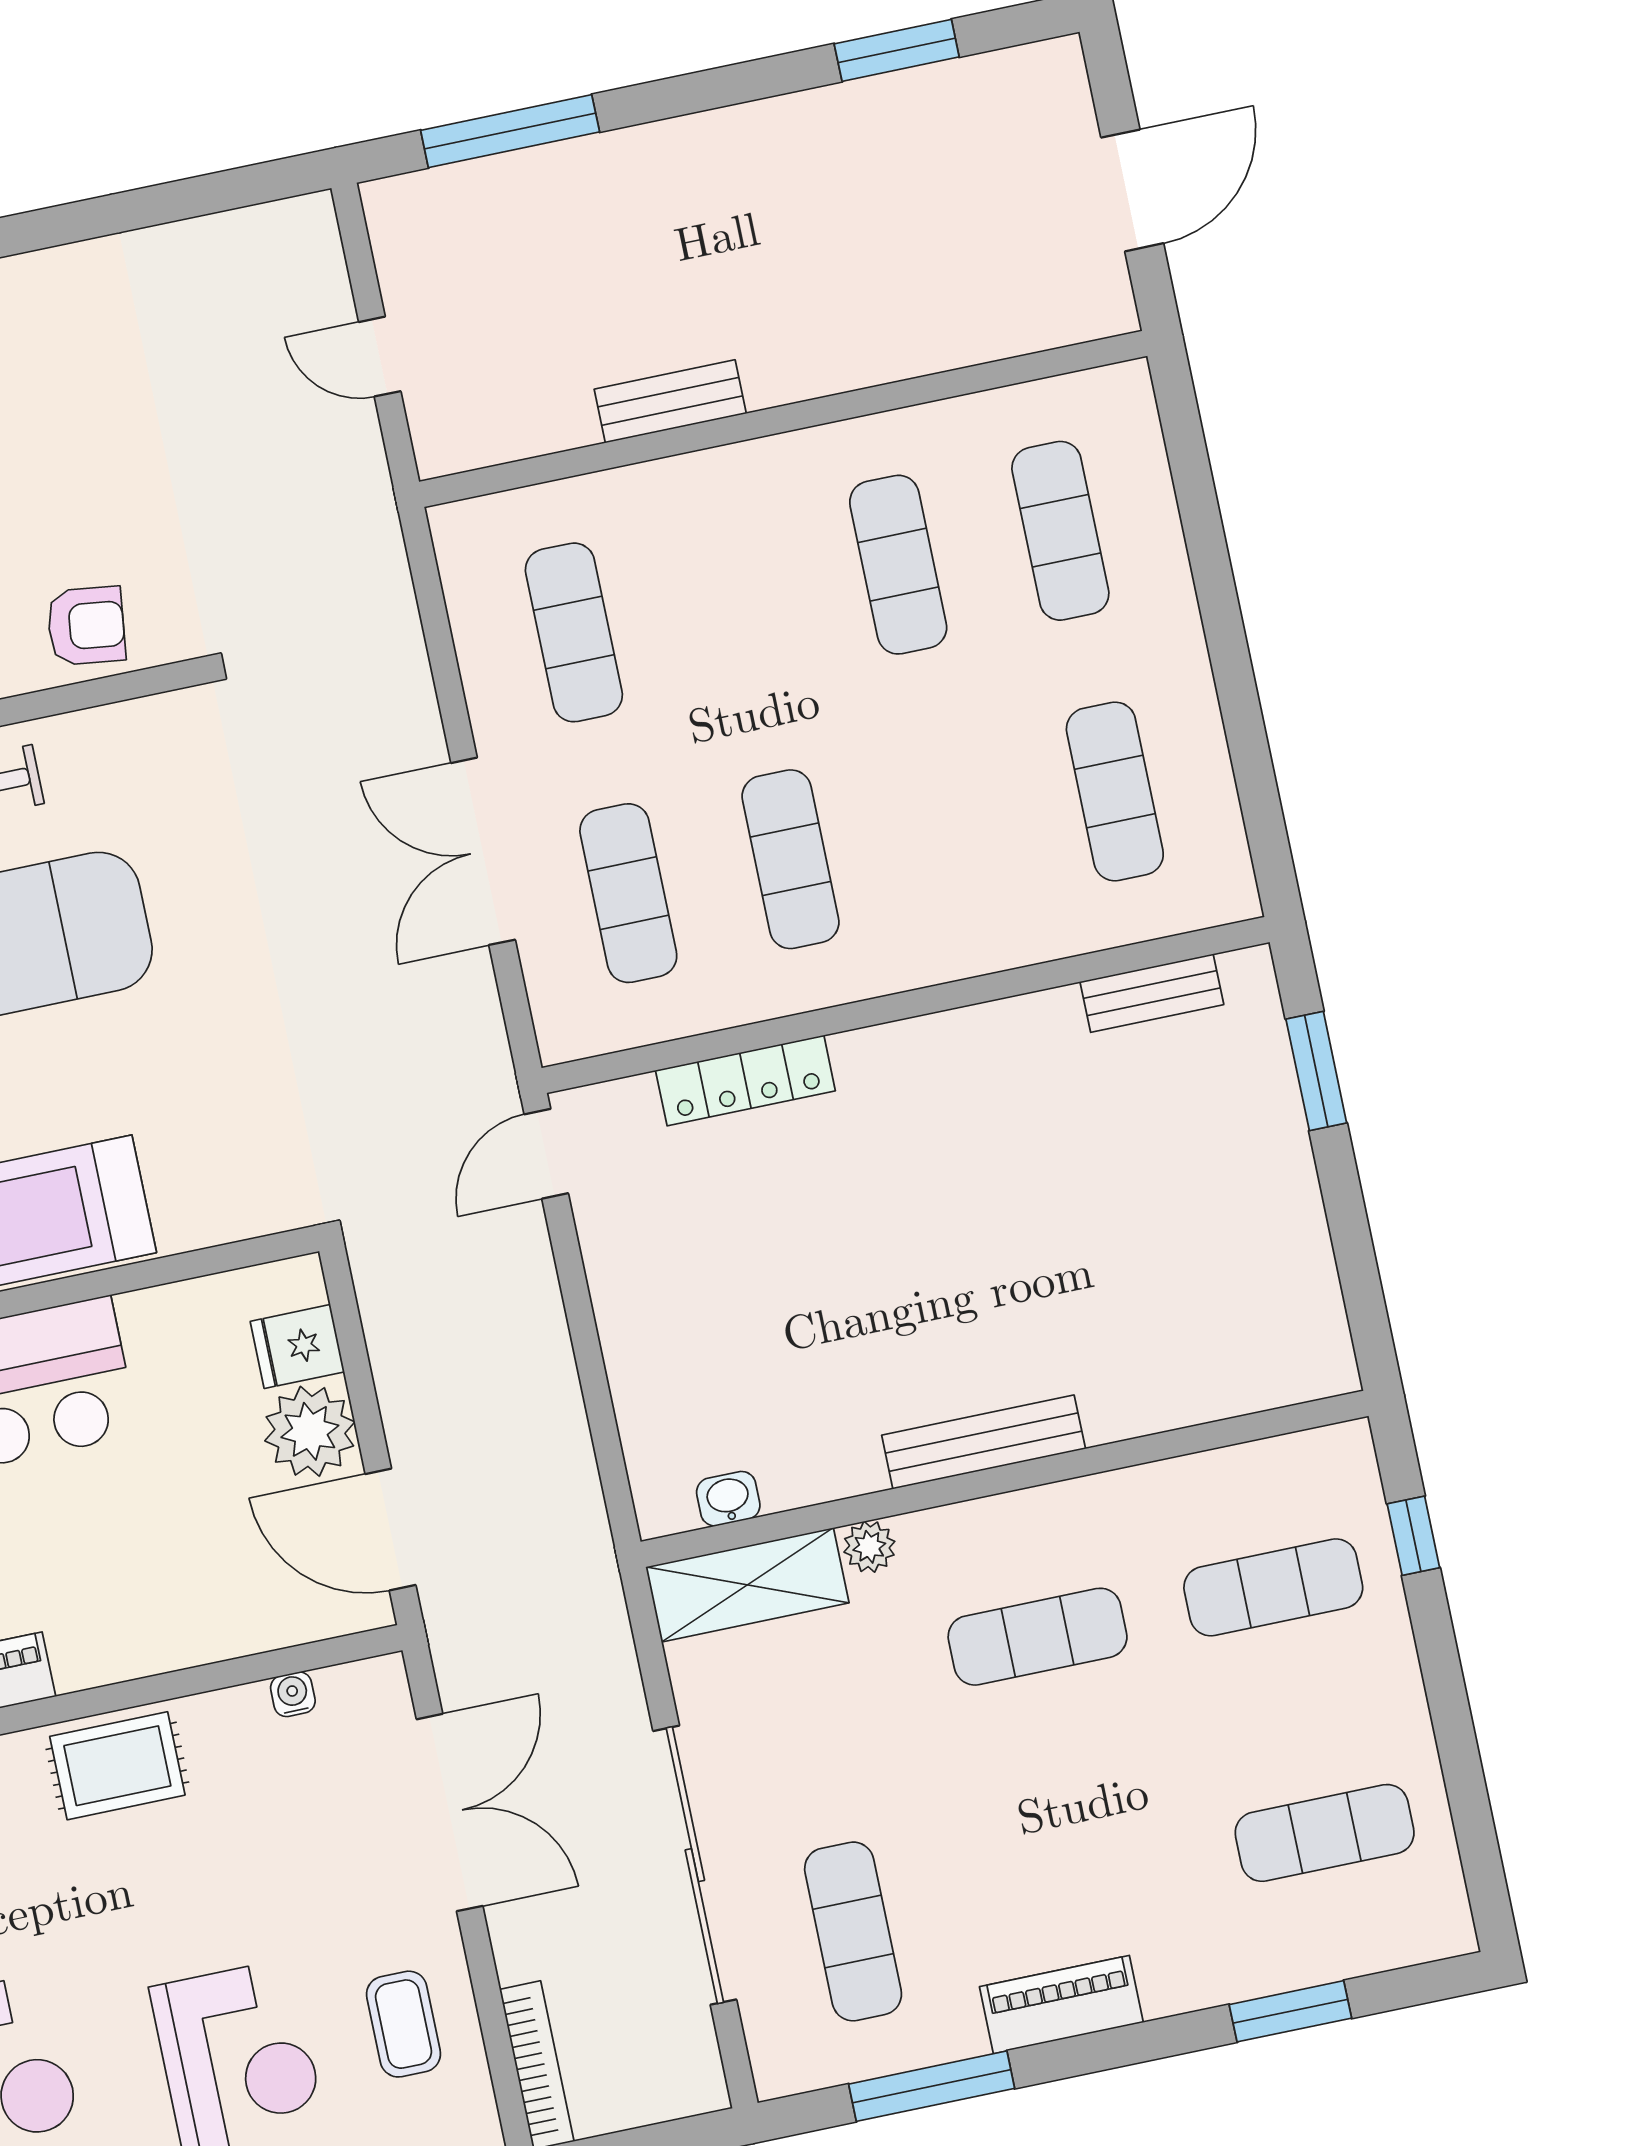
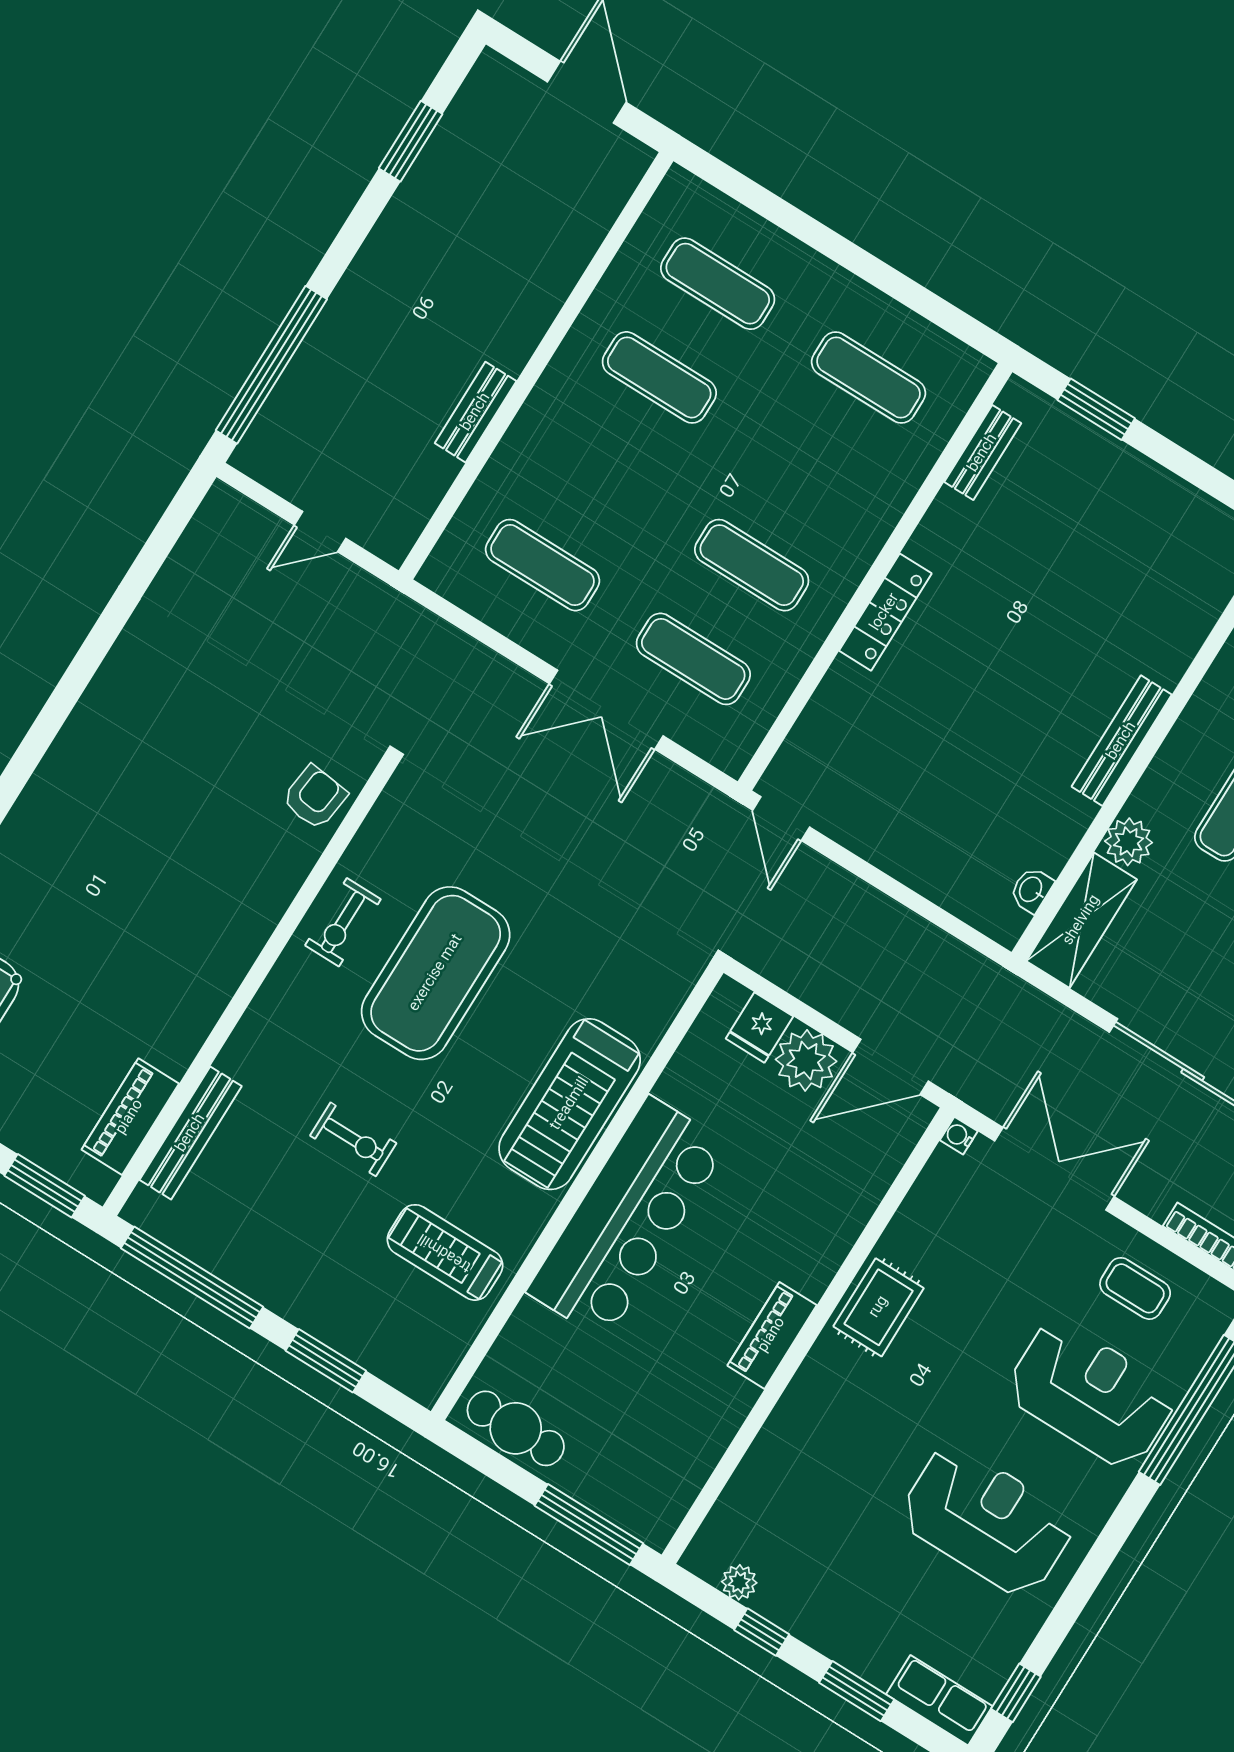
window: (510, 131) -> (271, 365), width x1.46
locker: (745, 1081) -> (885, 612), moved
plant: (869, 1547) -> (1129, 842), width x1.38, depth x1.38
water cooler: (293, 1694) -> (959, 1136), moved

